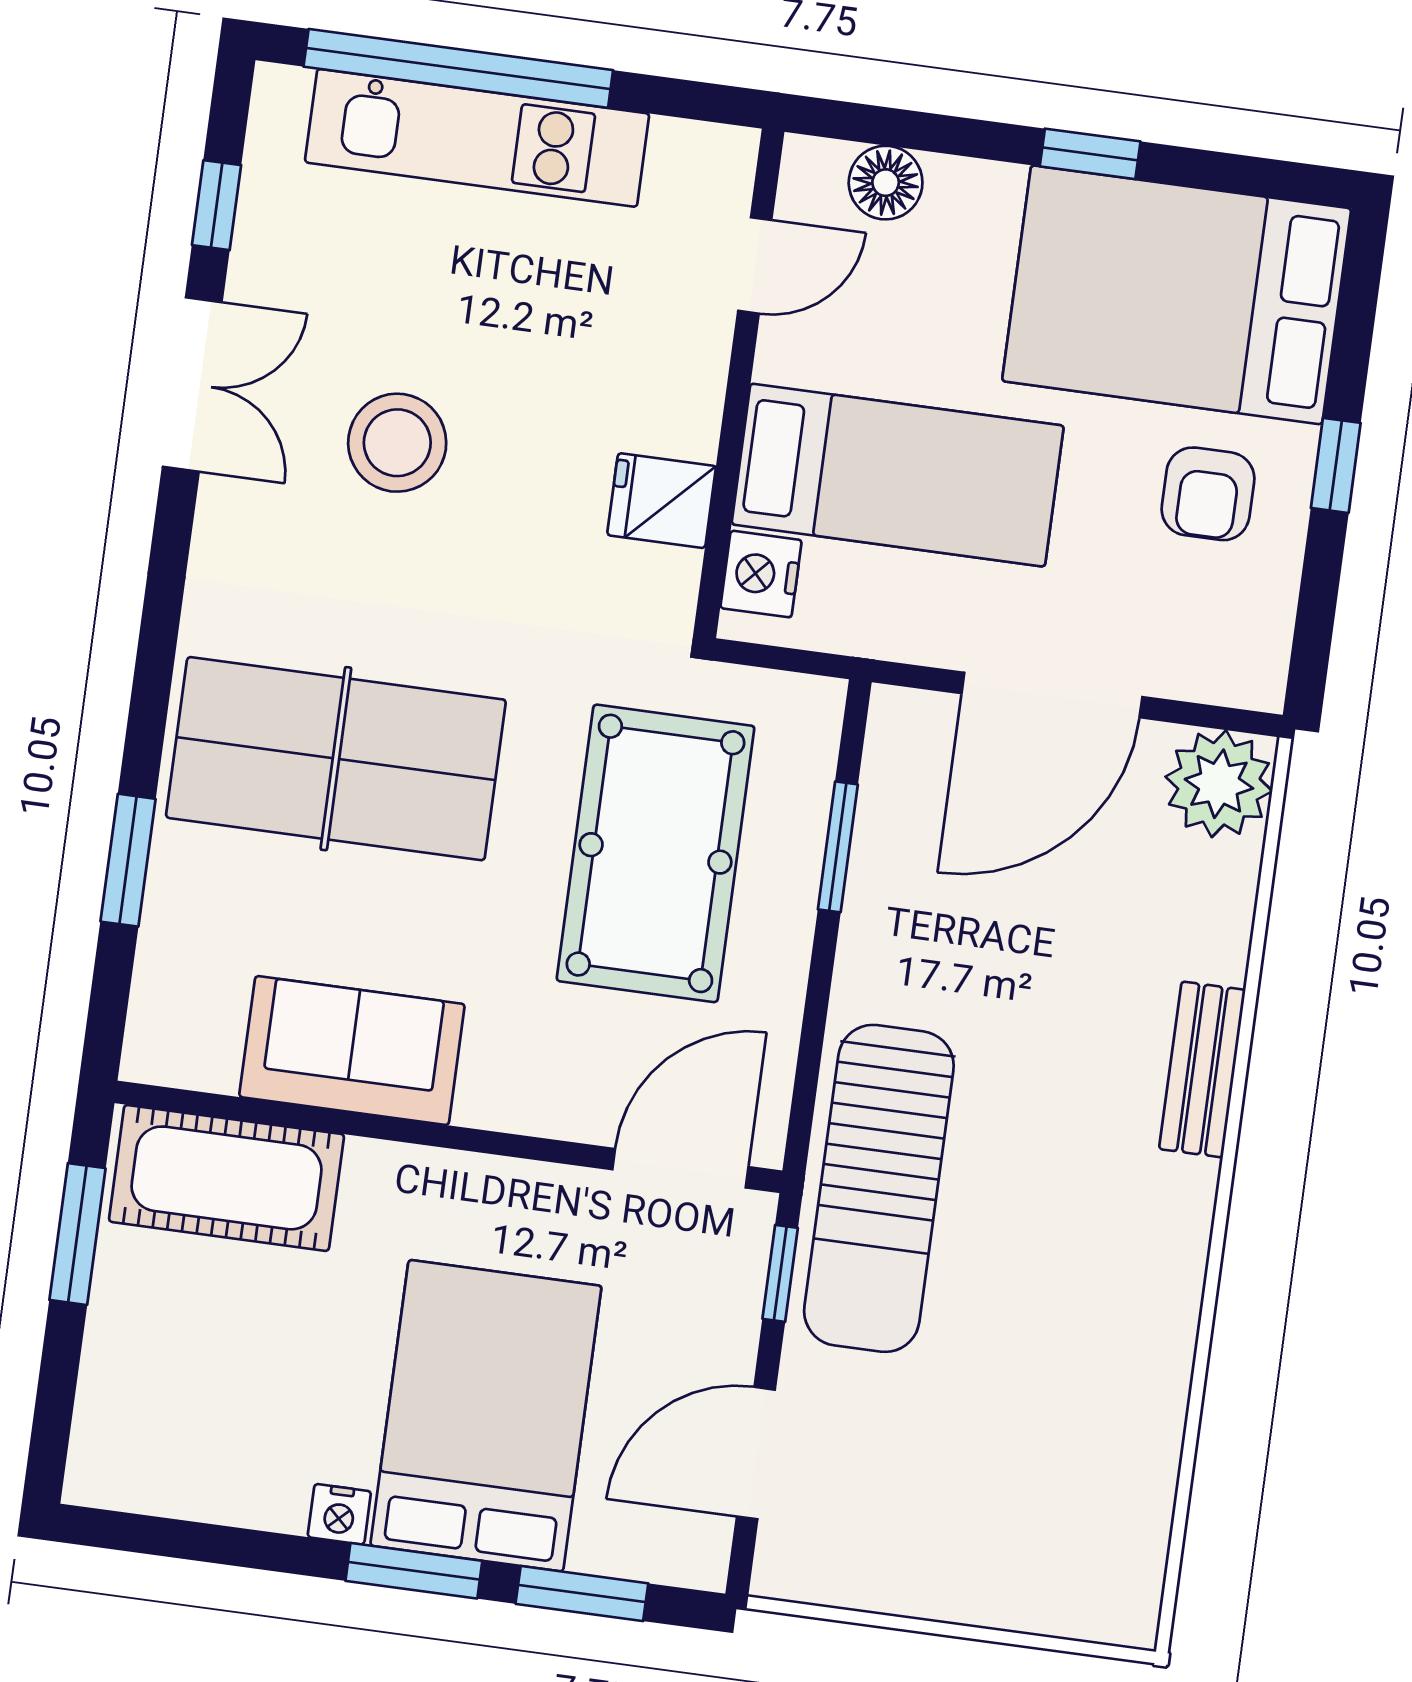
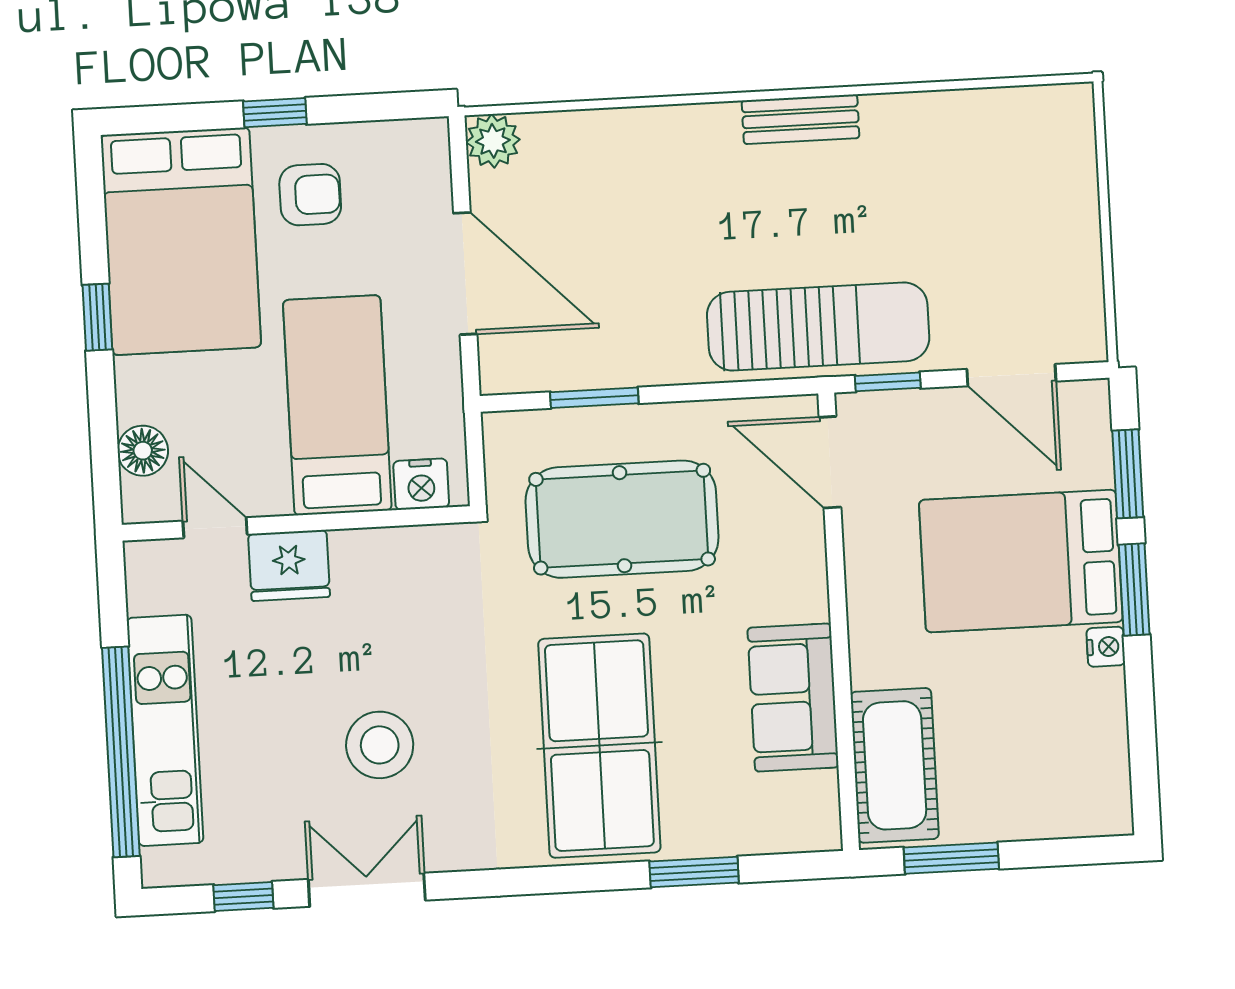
fridge: (662, 501) -> (289, 565), moved, width x1.38
plant: (1219, 784) -> (493, 141), width x0.73, depth x0.73
bench: (1202, 1069) -> (801, 119), moved

